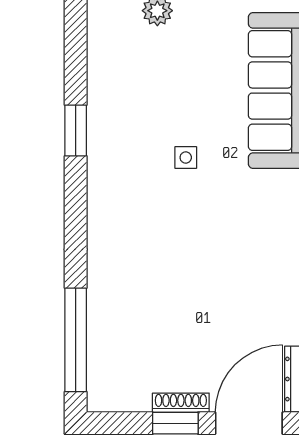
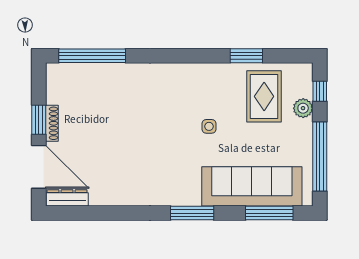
rug: (139, 72) -> (264, 96), added
window: (76, 131) -> (246, 56), moved

